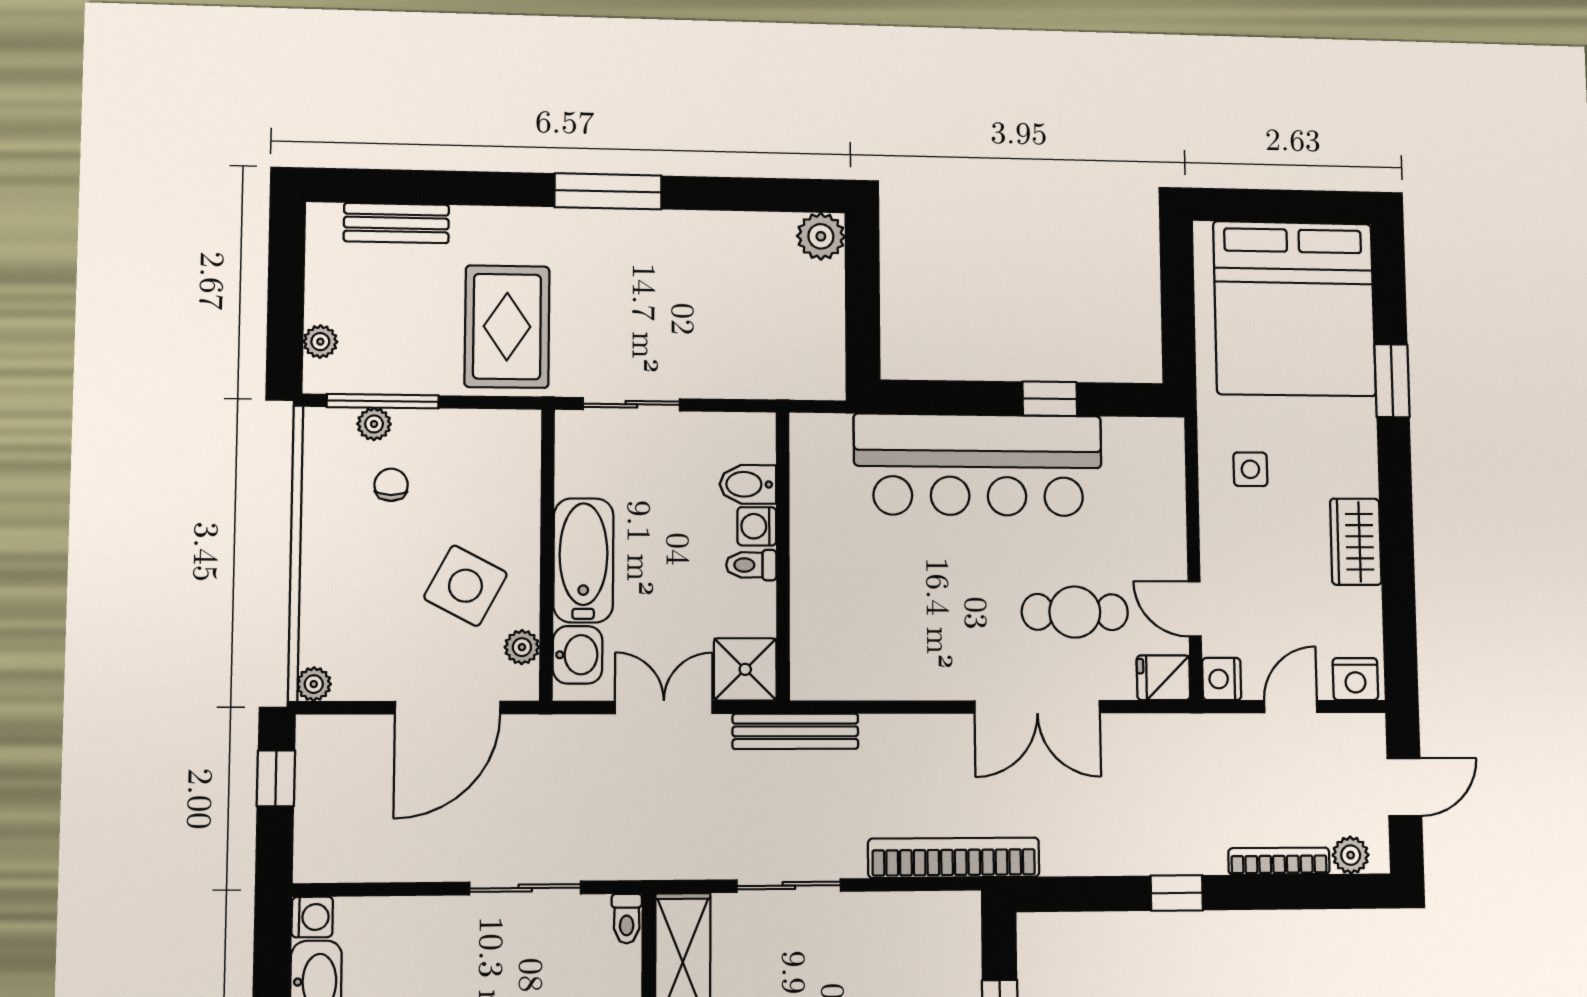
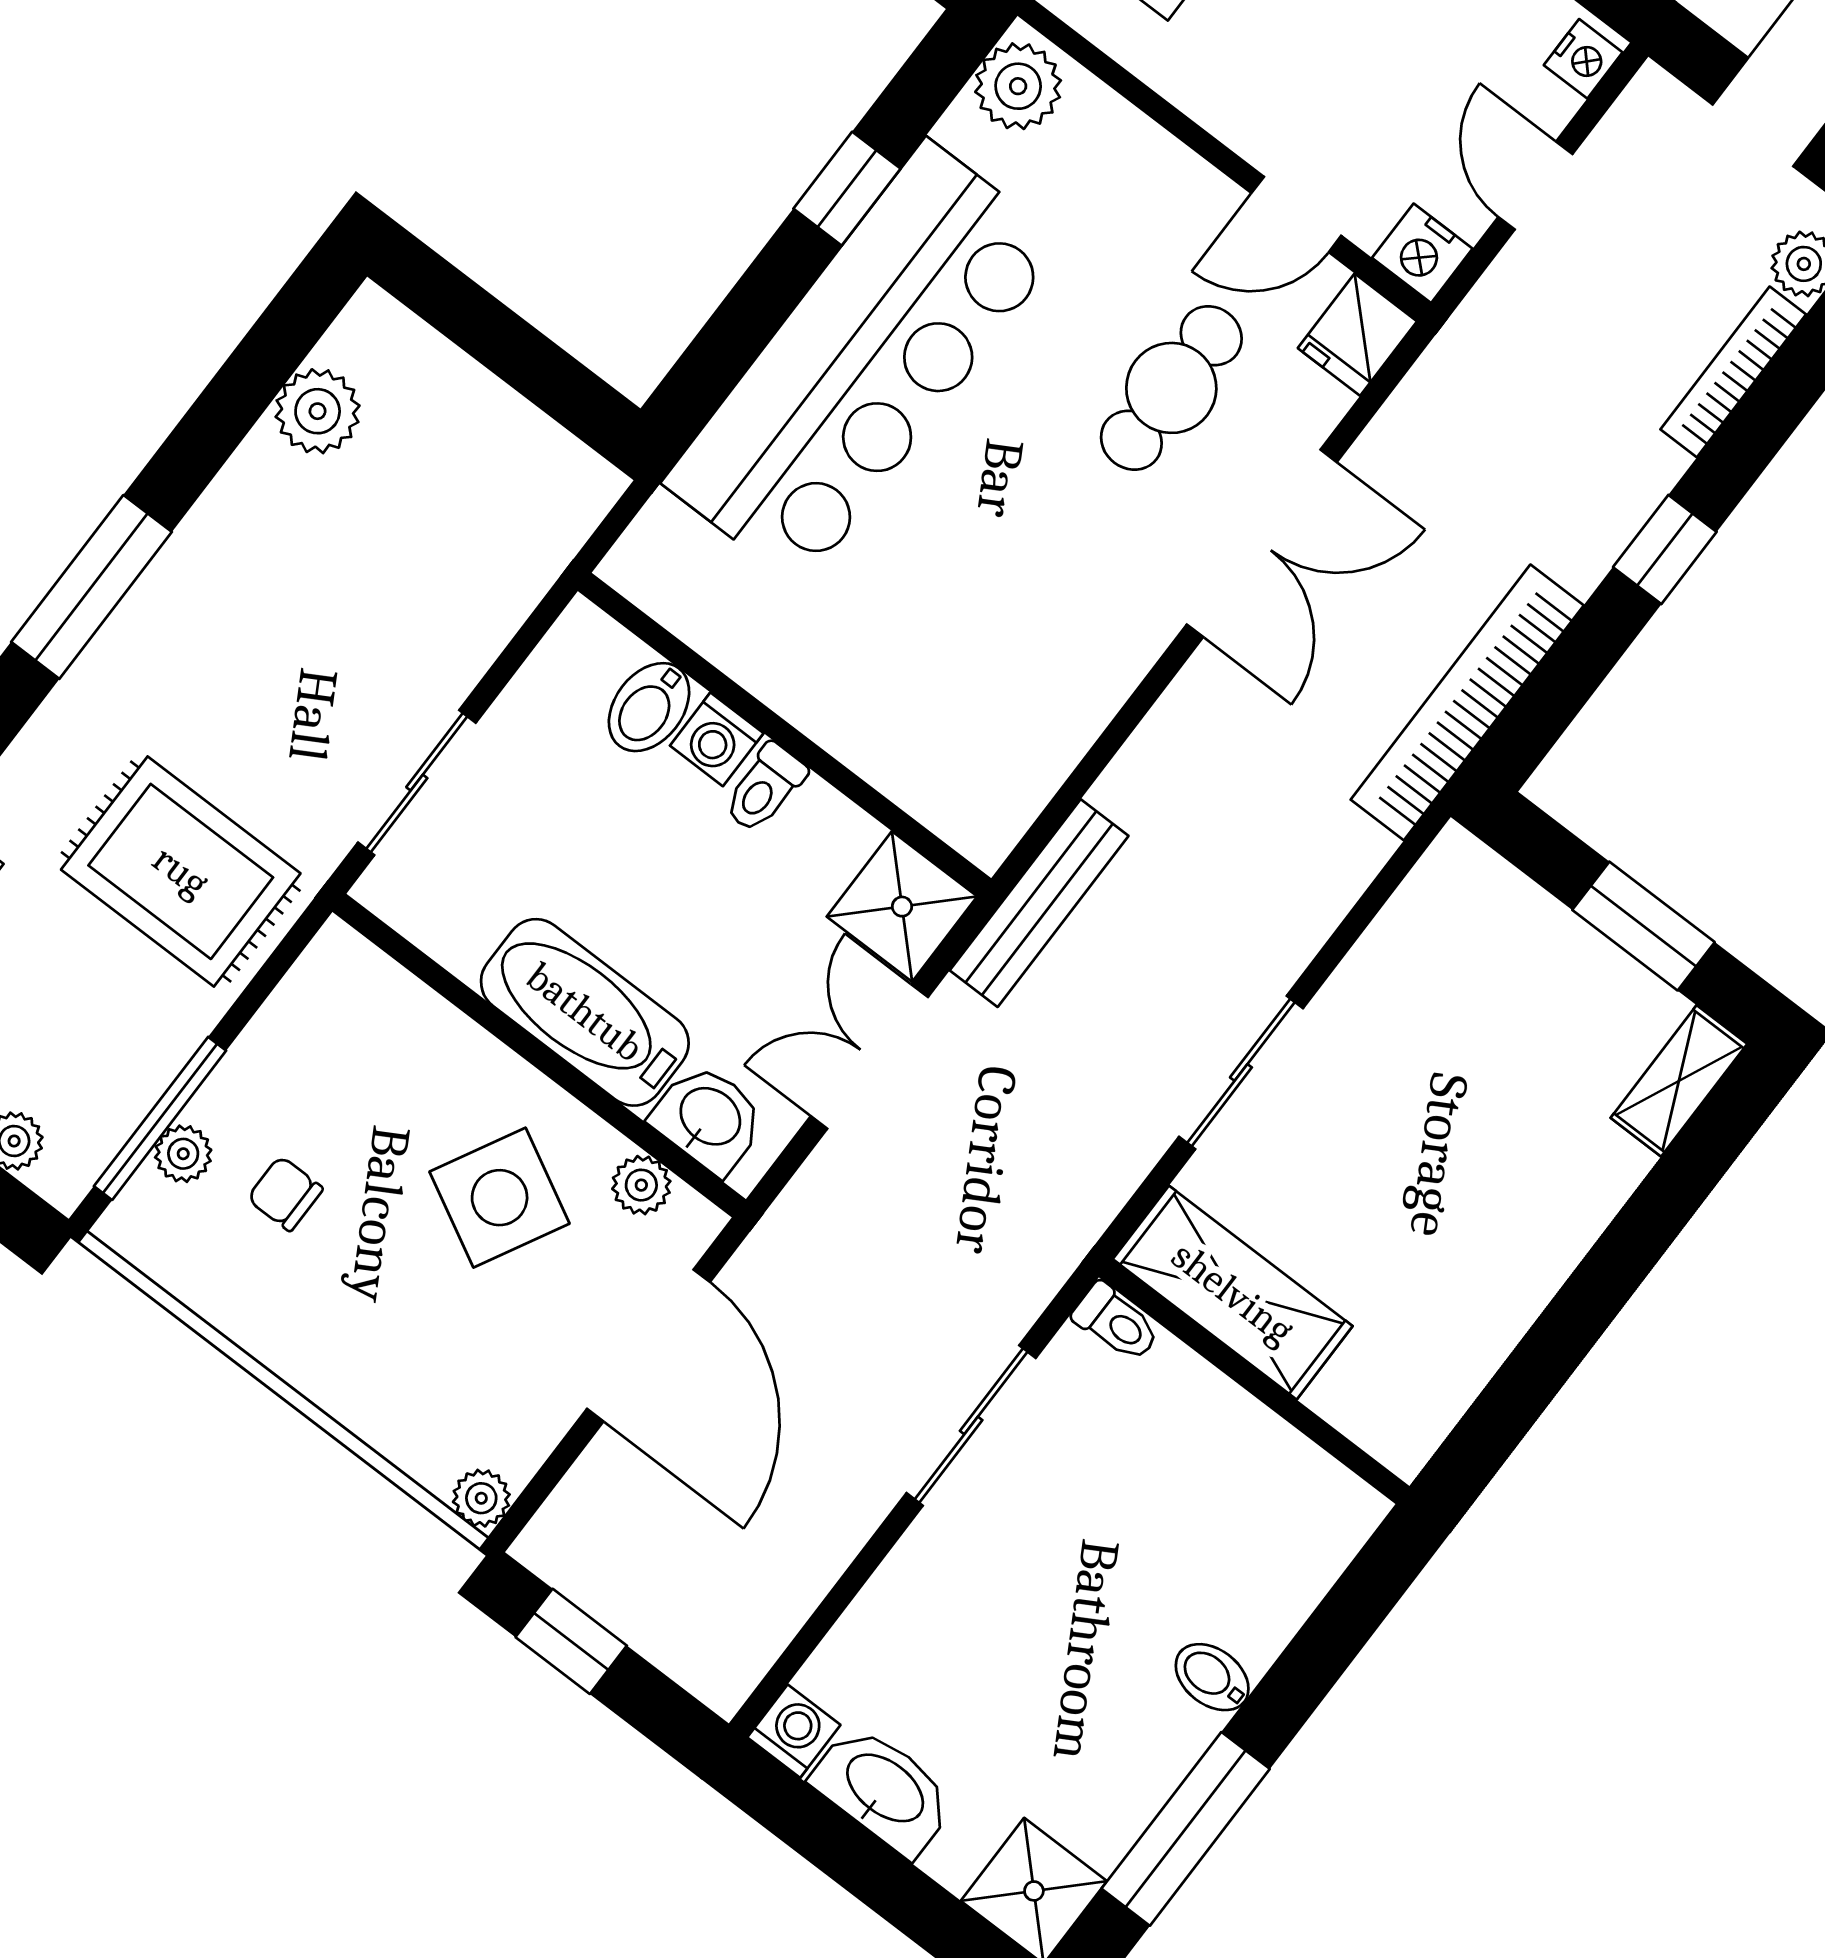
plant: (821, 236) -> (318, 411), moved
plant: (1154, 441) -> (1018, 86), added
nightstand: (1355, 679) -> (1583, 59), width x0.72, depth x0.74
bookcase: (954, 858) -> (1467, 702), moved

